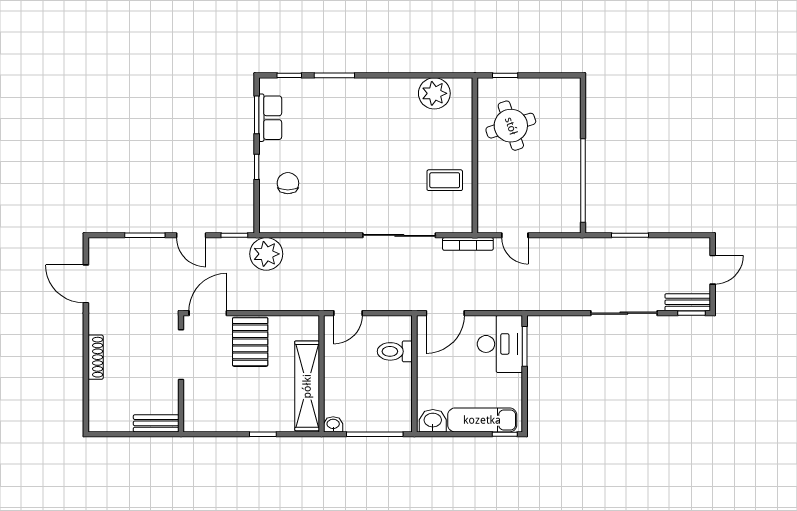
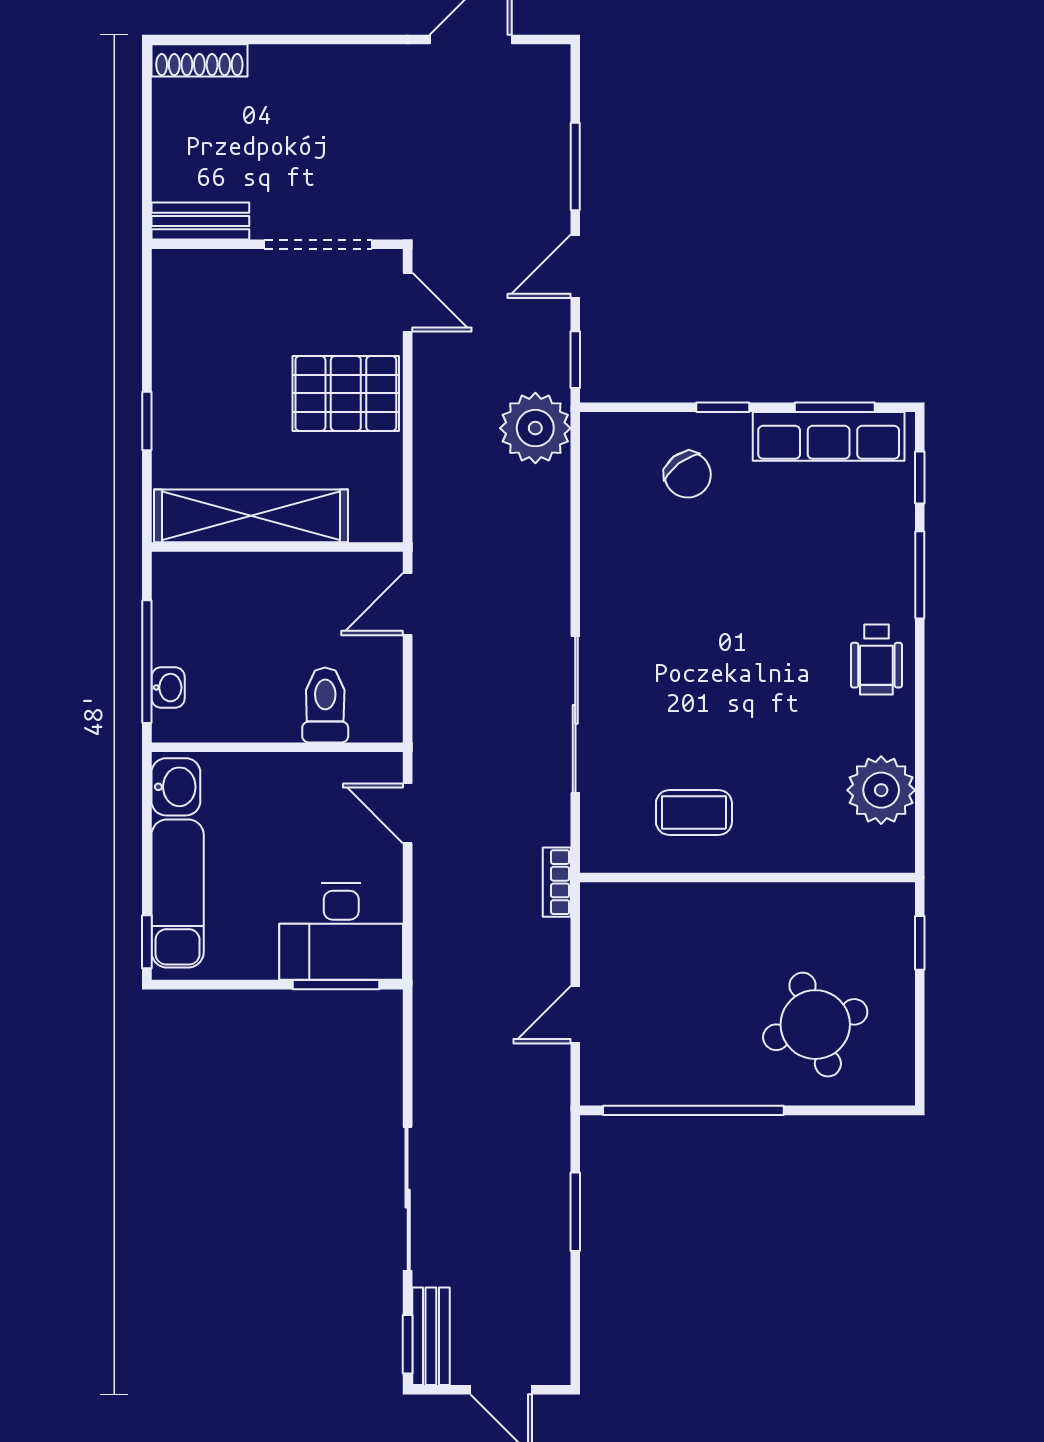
wheelchair: (374, 96) -> (876, 660), added
row of seats: (270, 118) -> (829, 436), width x1.48
round table: (511, 126) -> (815, 1025), moved
coffee table: (445, 180) -> (694, 813), turned 90
chair: (288, 183) -> (688, 475), turned 53
door: (515, 235) -> (575, 1015), moved
bookcase: (468, 244) -> (557, 882), width x0.64
door: (208, 313) -> (408, 302), width x0.73
door: (348, 313) -> (408, 604), hinge flipped
door: (445, 313) -> (408, 813), width x0.73
shoe rack: (96, 357) -> (199, 60), moved
bench: (156, 423) -> (200, 221), moved, turned 90
washbasin: (333, 424) -> (168, 688), moved

